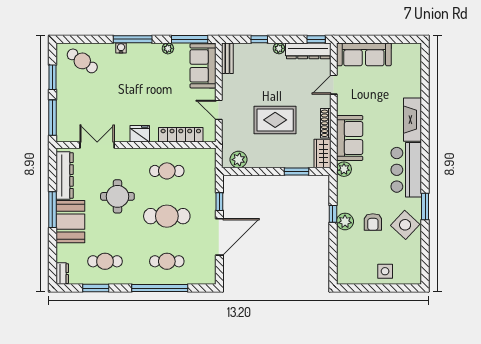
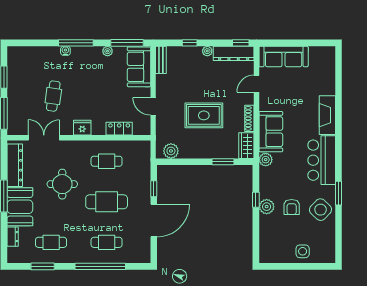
cafe table: (82, 61) -> (53, 96), moved, turned 64
locker: (181, 135) -> (119, 129), width x0.66
dresser: (62, 274) -> (13, 237), moved

